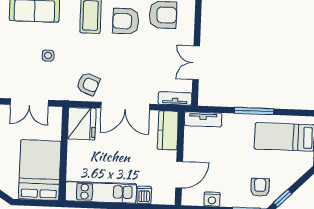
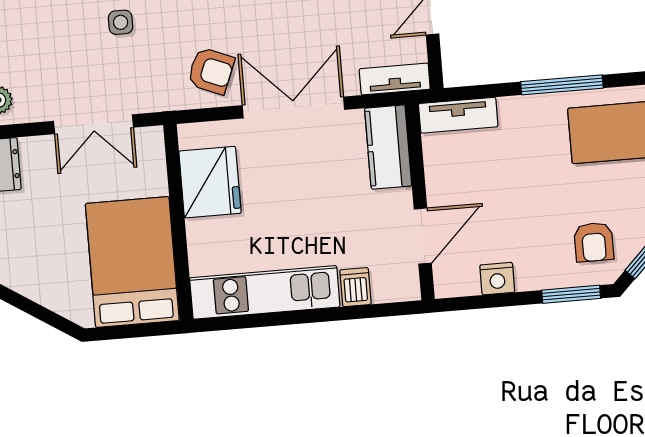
double door: (125, 106) -> (293, 107), swing flipped
fridge: (82, 124) -> (210, 182), moved
armchair: (260, 188) -> (594, 242), turned 180

